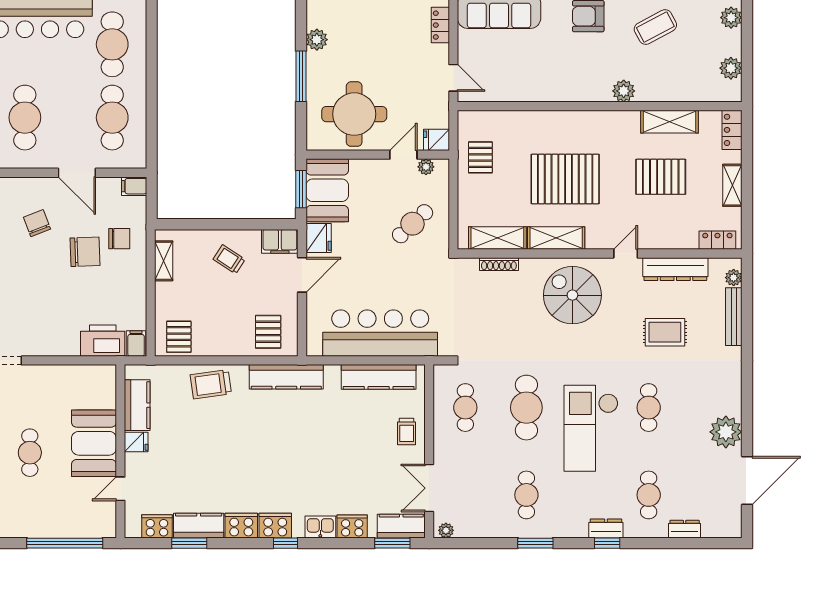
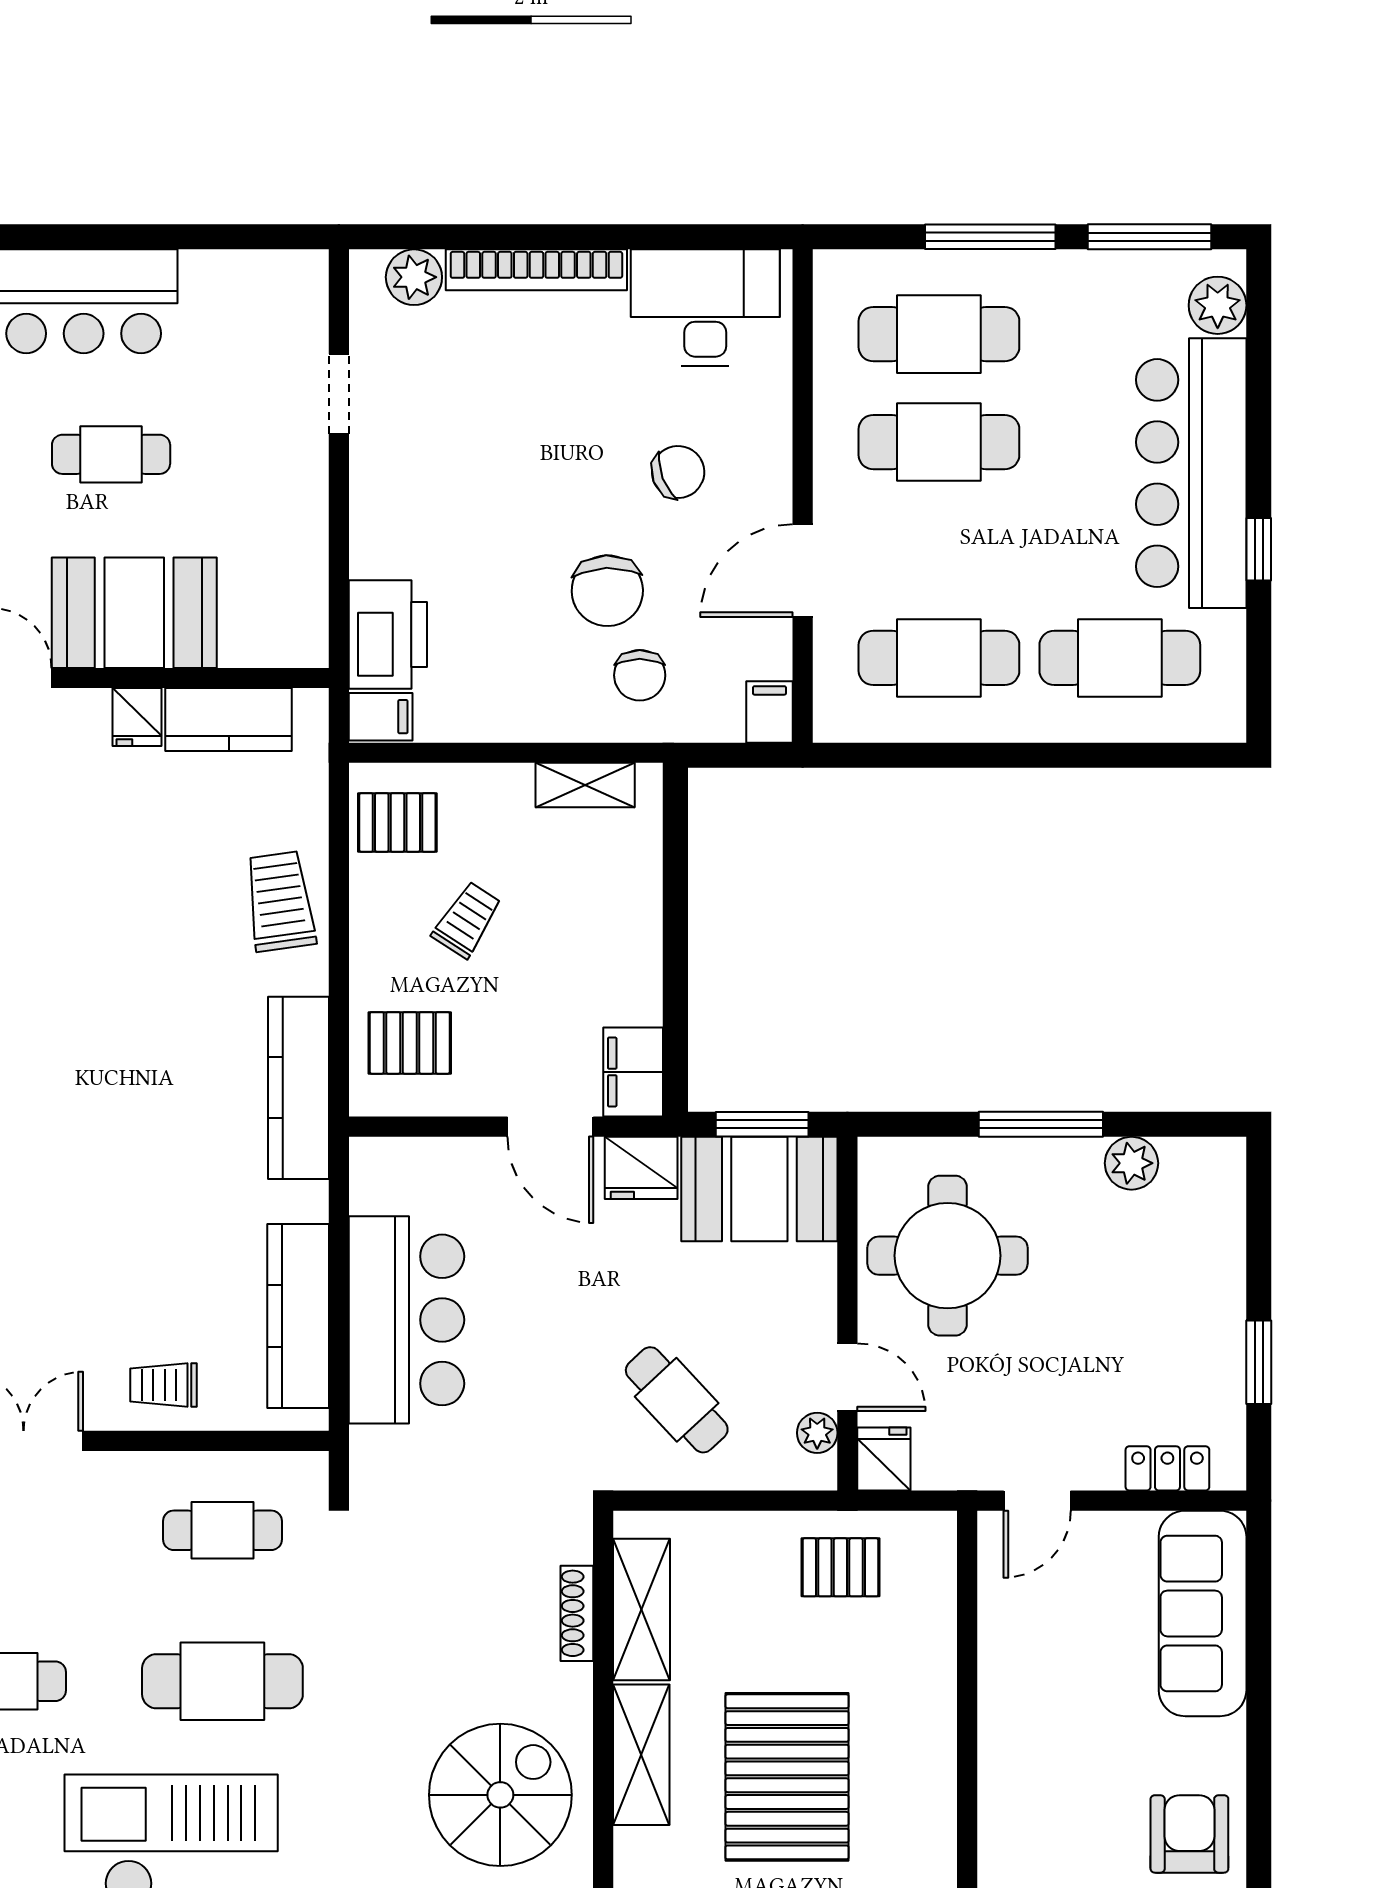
trolley: (229, 259) -> (467, 920), moved
bar counter: (380, 333) -> (406, 1320), width x0.73

